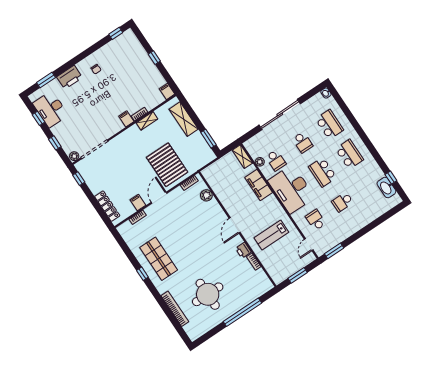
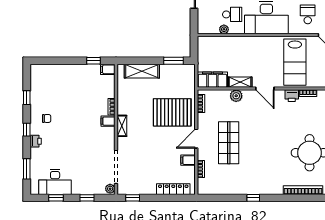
window: (116, 33) -> (27, 98), moved
window: (154, 58) -> (93, 61), moved
window: (77, 59) -> (27, 130), added
printer: (70, 77) -> (36, 141), width x0.53, depth x0.68
shelving: (147, 121) -> (122, 126), moved
shelving: (242, 157) -> (240, 82), moved
filing cabinet: (259, 185) -> (212, 80), moved, turned 180
plant: (206, 195) -> (236, 96), moved
door: (159, 198) -> (196, 139), hinge flipped
school desk: (316, 220) -> (308, 14), turned 90
lab bench: (271, 235) -> (295, 62), width x1.36, depth x1.39
shop shelf: (159, 259) -> (229, 143), moved, turned 90

